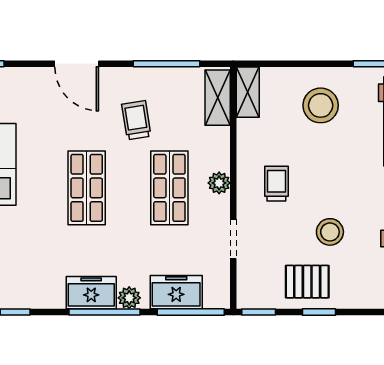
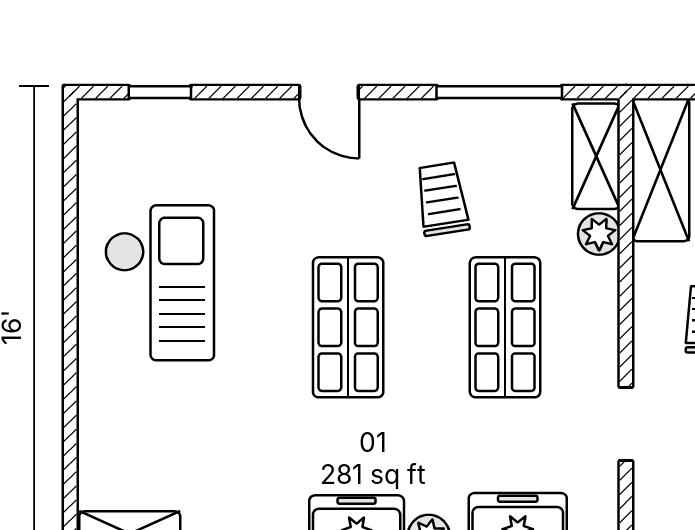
door: (77, 64) -> (329, 92), width x0.73
shelving: (248, 92) -> (661, 170), width x1.50, depth x1.33
plant: (219, 183) -> (599, 234), moved

